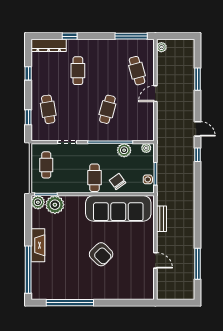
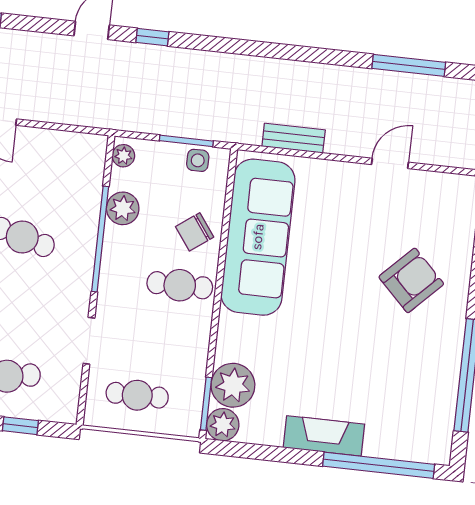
armchair: (101, 254) -> (411, 280), moved

